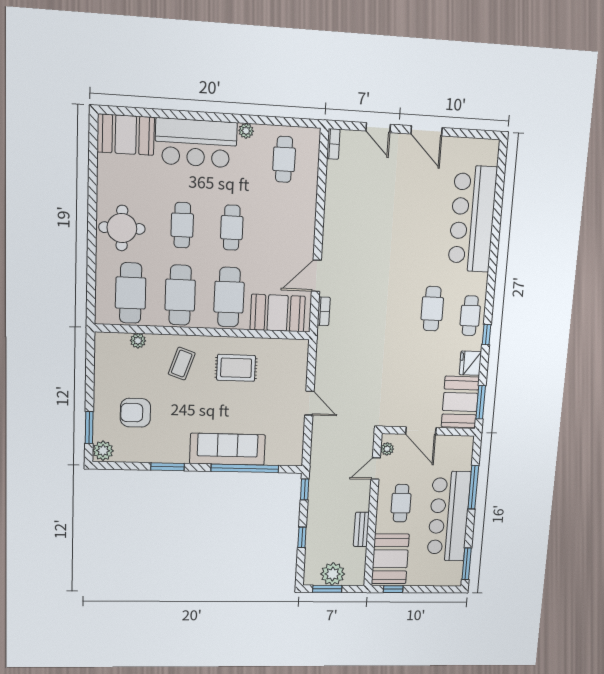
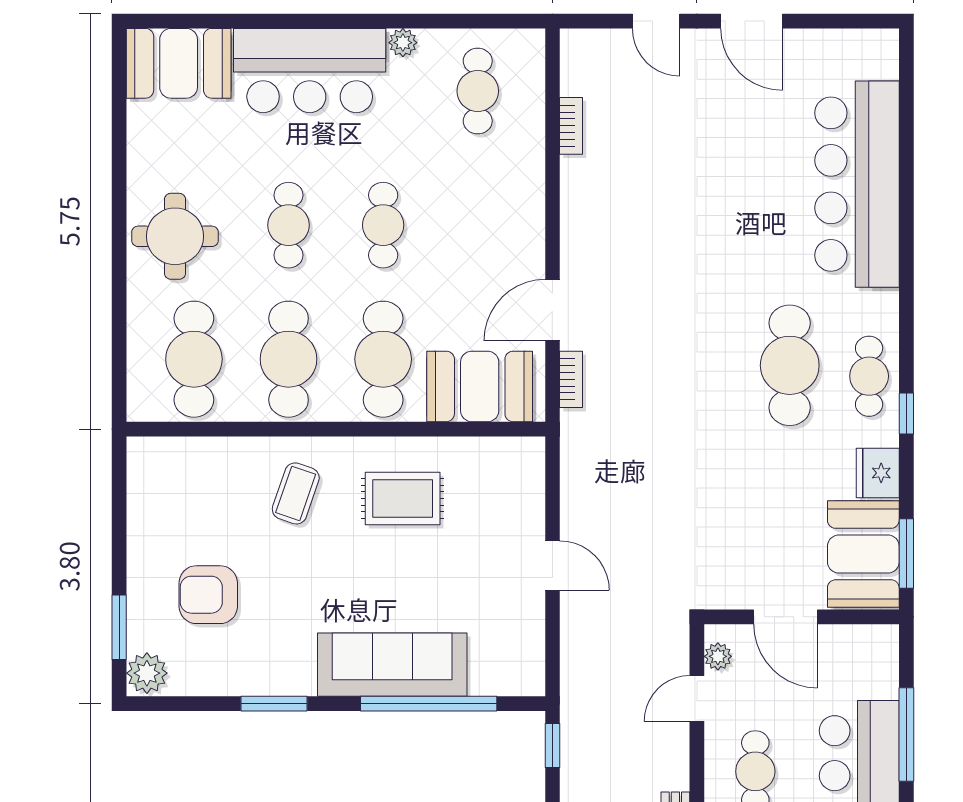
bookcase: (333, 144) -> (571, 126), moved
cafe table: (432, 309) -> (790, 365), width x1.37, depth x1.35
plant: (138, 341) -> (210, 451), removed

